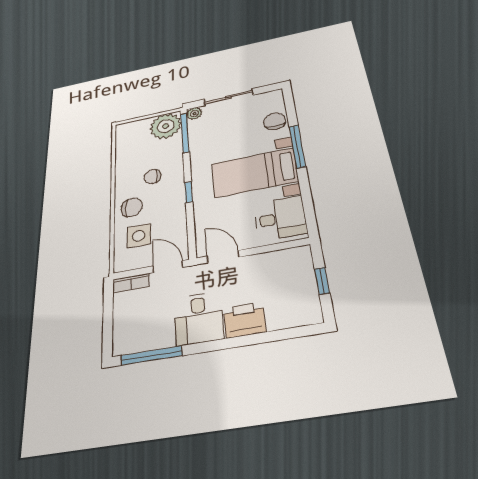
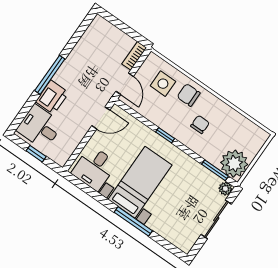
chair: (274, 121) -> (166, 227), removed
window: (185, 133) -> (215, 170), width x0.69
chair: (132, 207) -> (189, 95), turned 90
door: (168, 267) -> (125, 84), hinge flipped
desk: (199, 318) -> (40, 127), moved
window: (151, 356) -> (50, 75), moved

